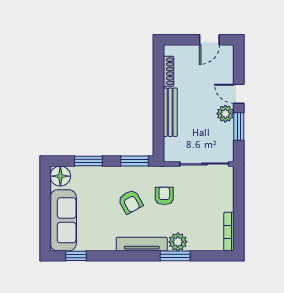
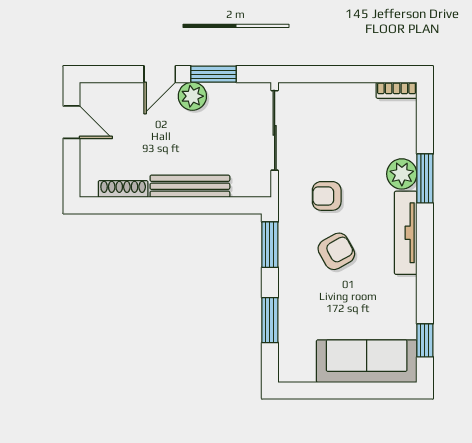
floor lamp: (60, 176) -> (294, 366), removed
bookcase: (229, 232) -> (397, 90), width x0.64

